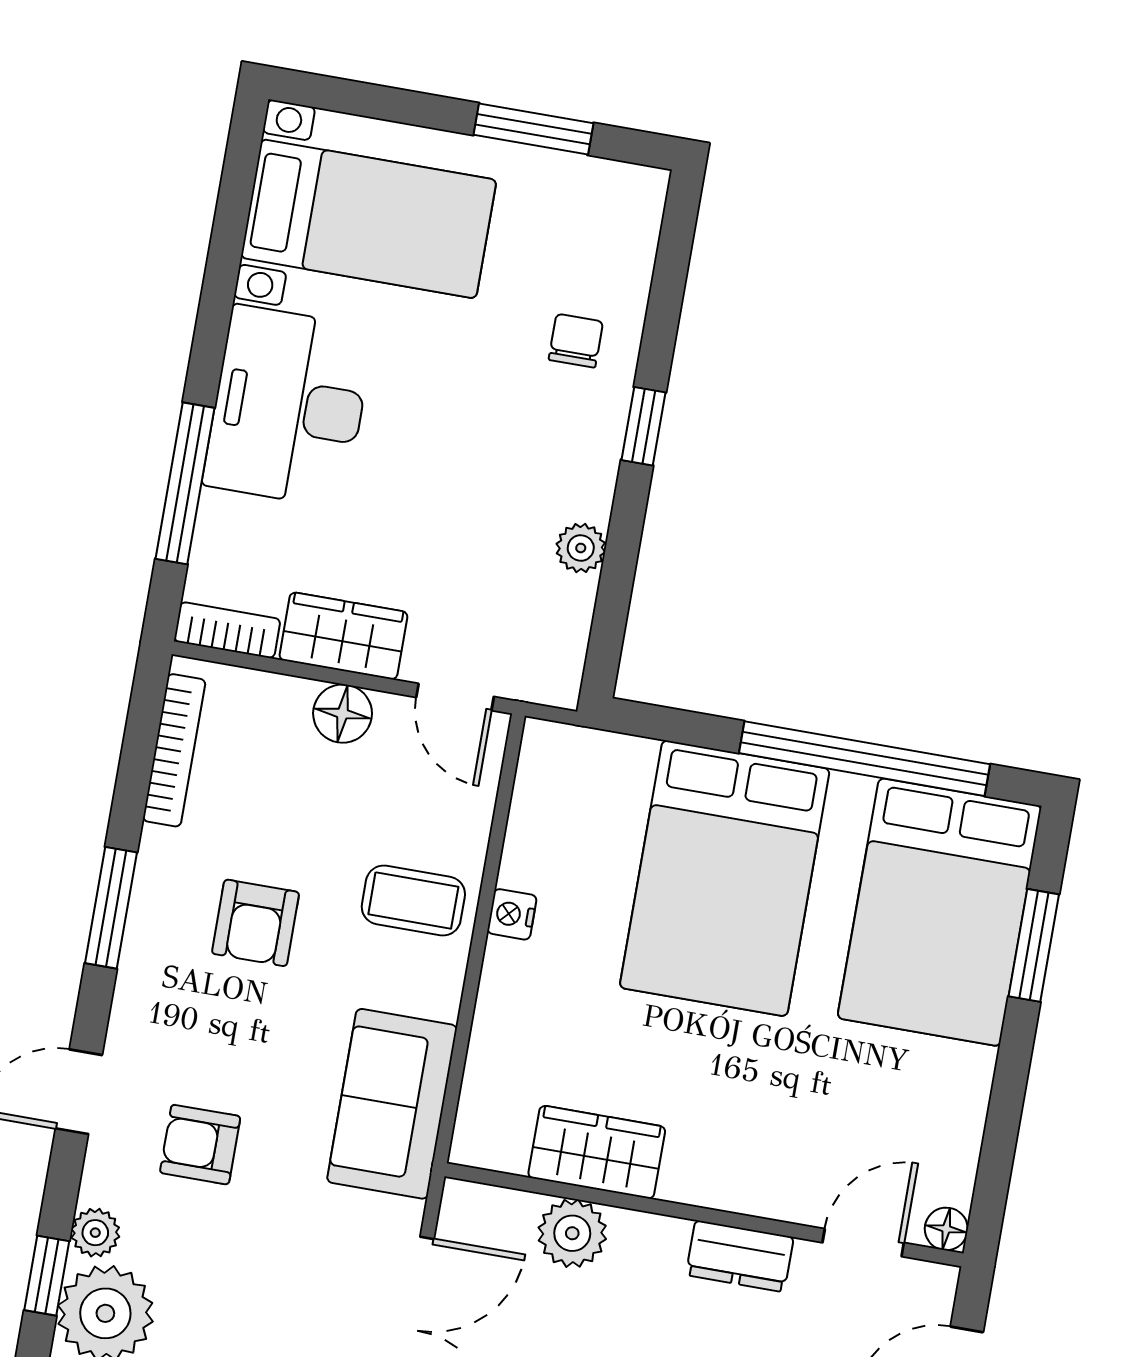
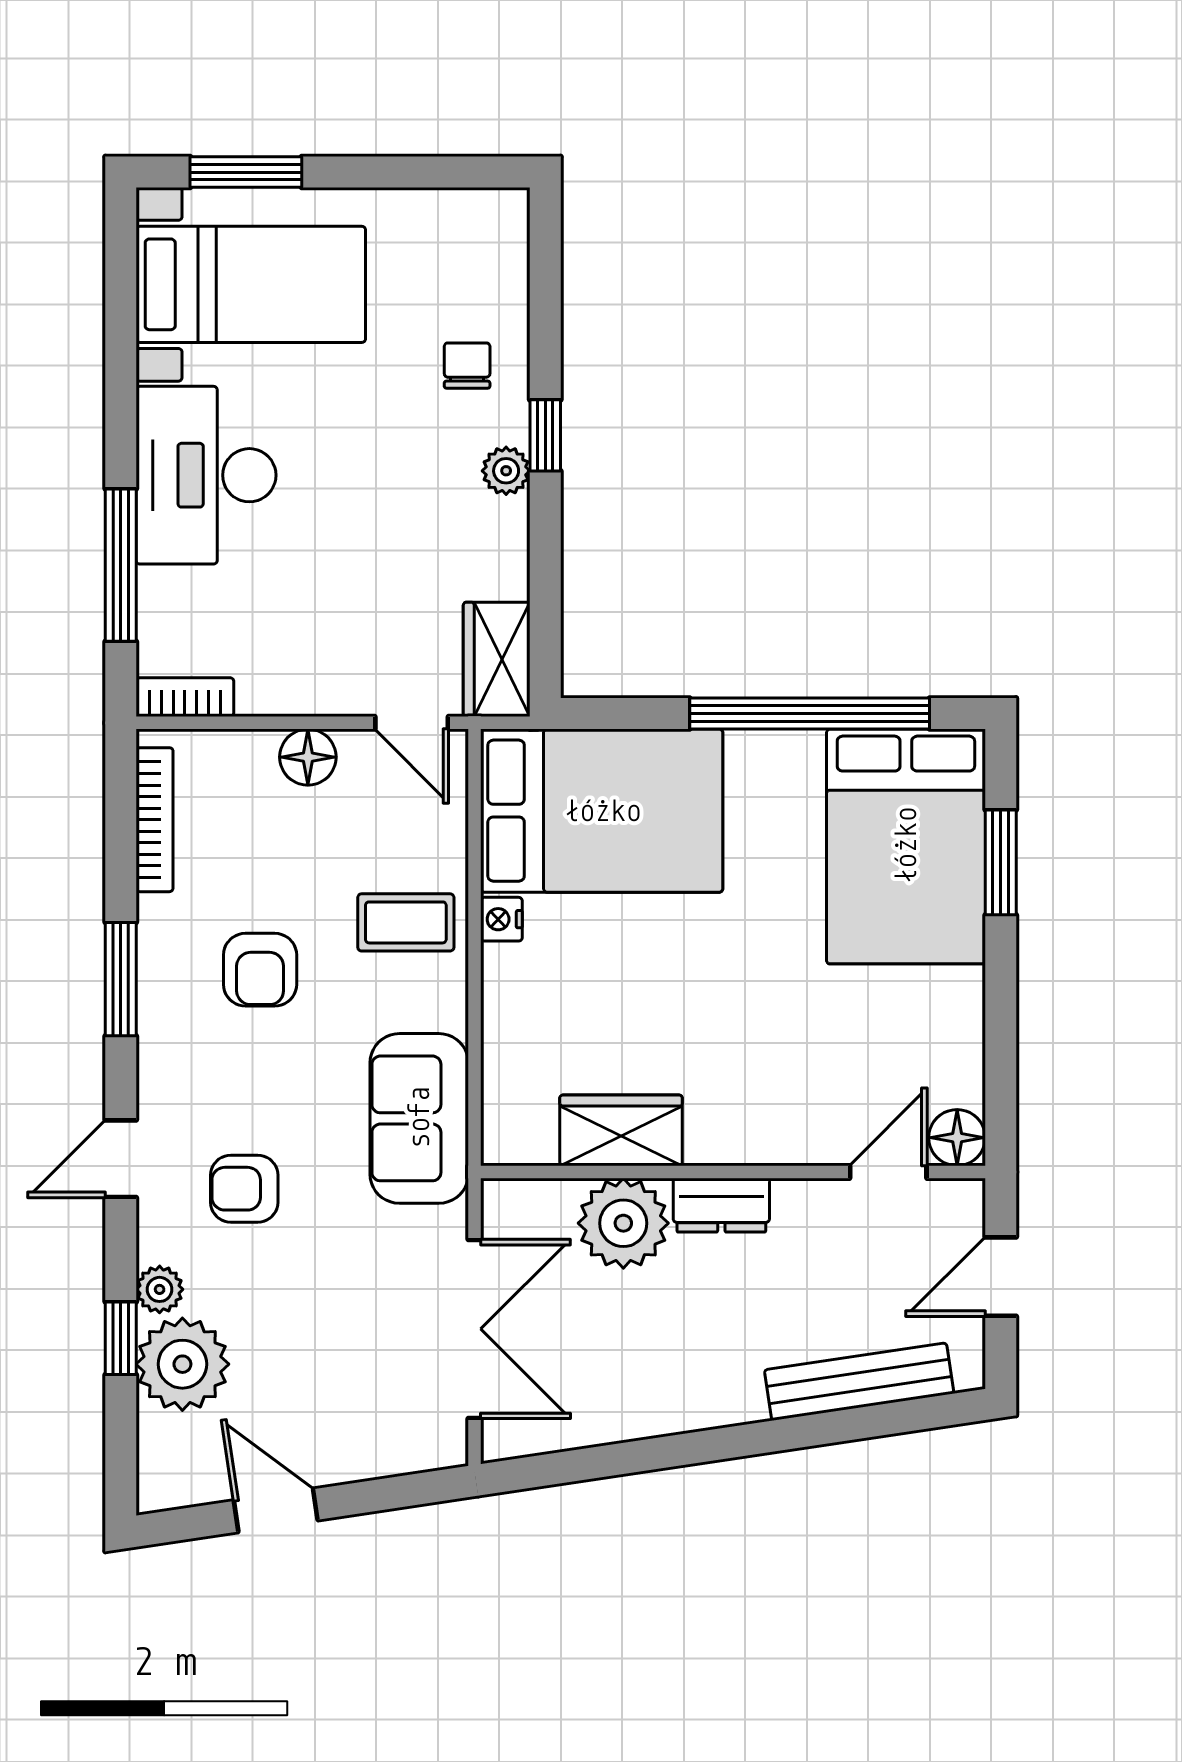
window: (533, 129) -> (246, 172), moved
plant: (581, 548) -> (506, 471), moved
wardrobe: (343, 636) -> (497, 659), moved, turned -90
bed: (725, 878) -> (602, 811), moved, turned -90
floor lamp: (946, 1229) -> (957, 1138), width x1.37, depth x1.37
plant: (572, 1233) -> (623, 1223), width x1.36, depth x1.36
dresser: (740, 1256) -> (721, 1205), moved

